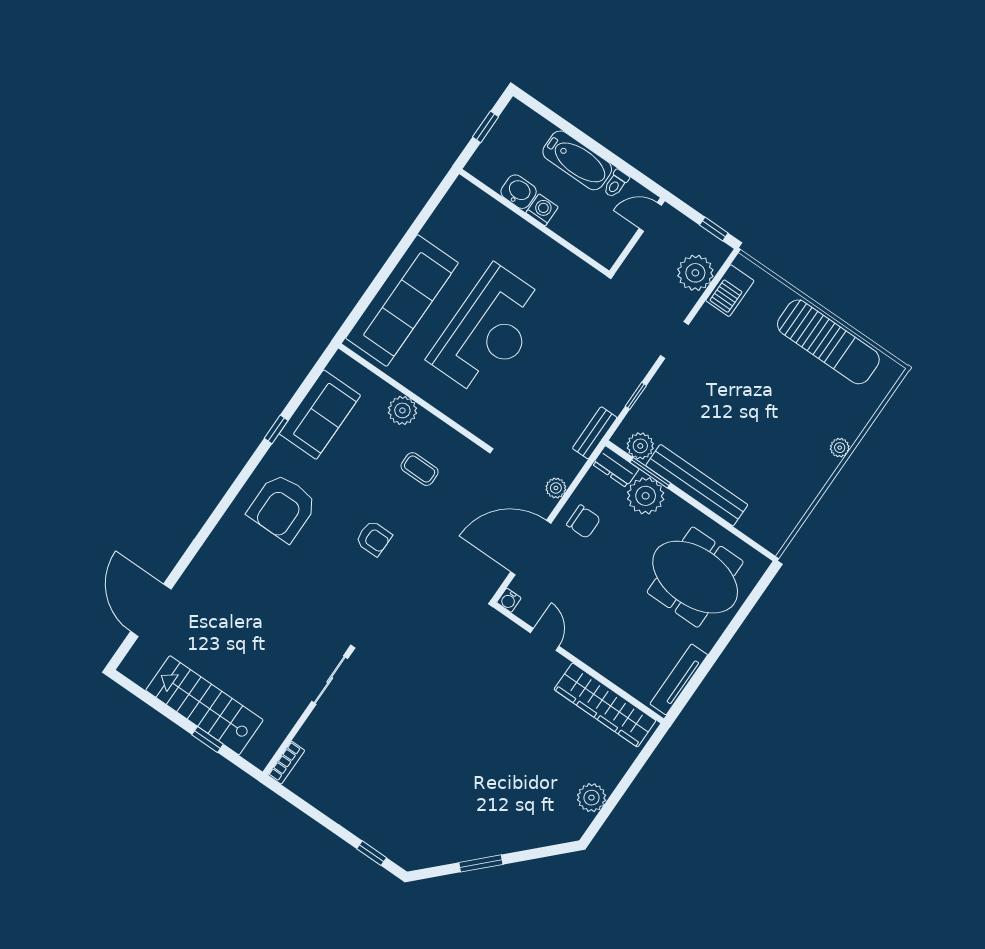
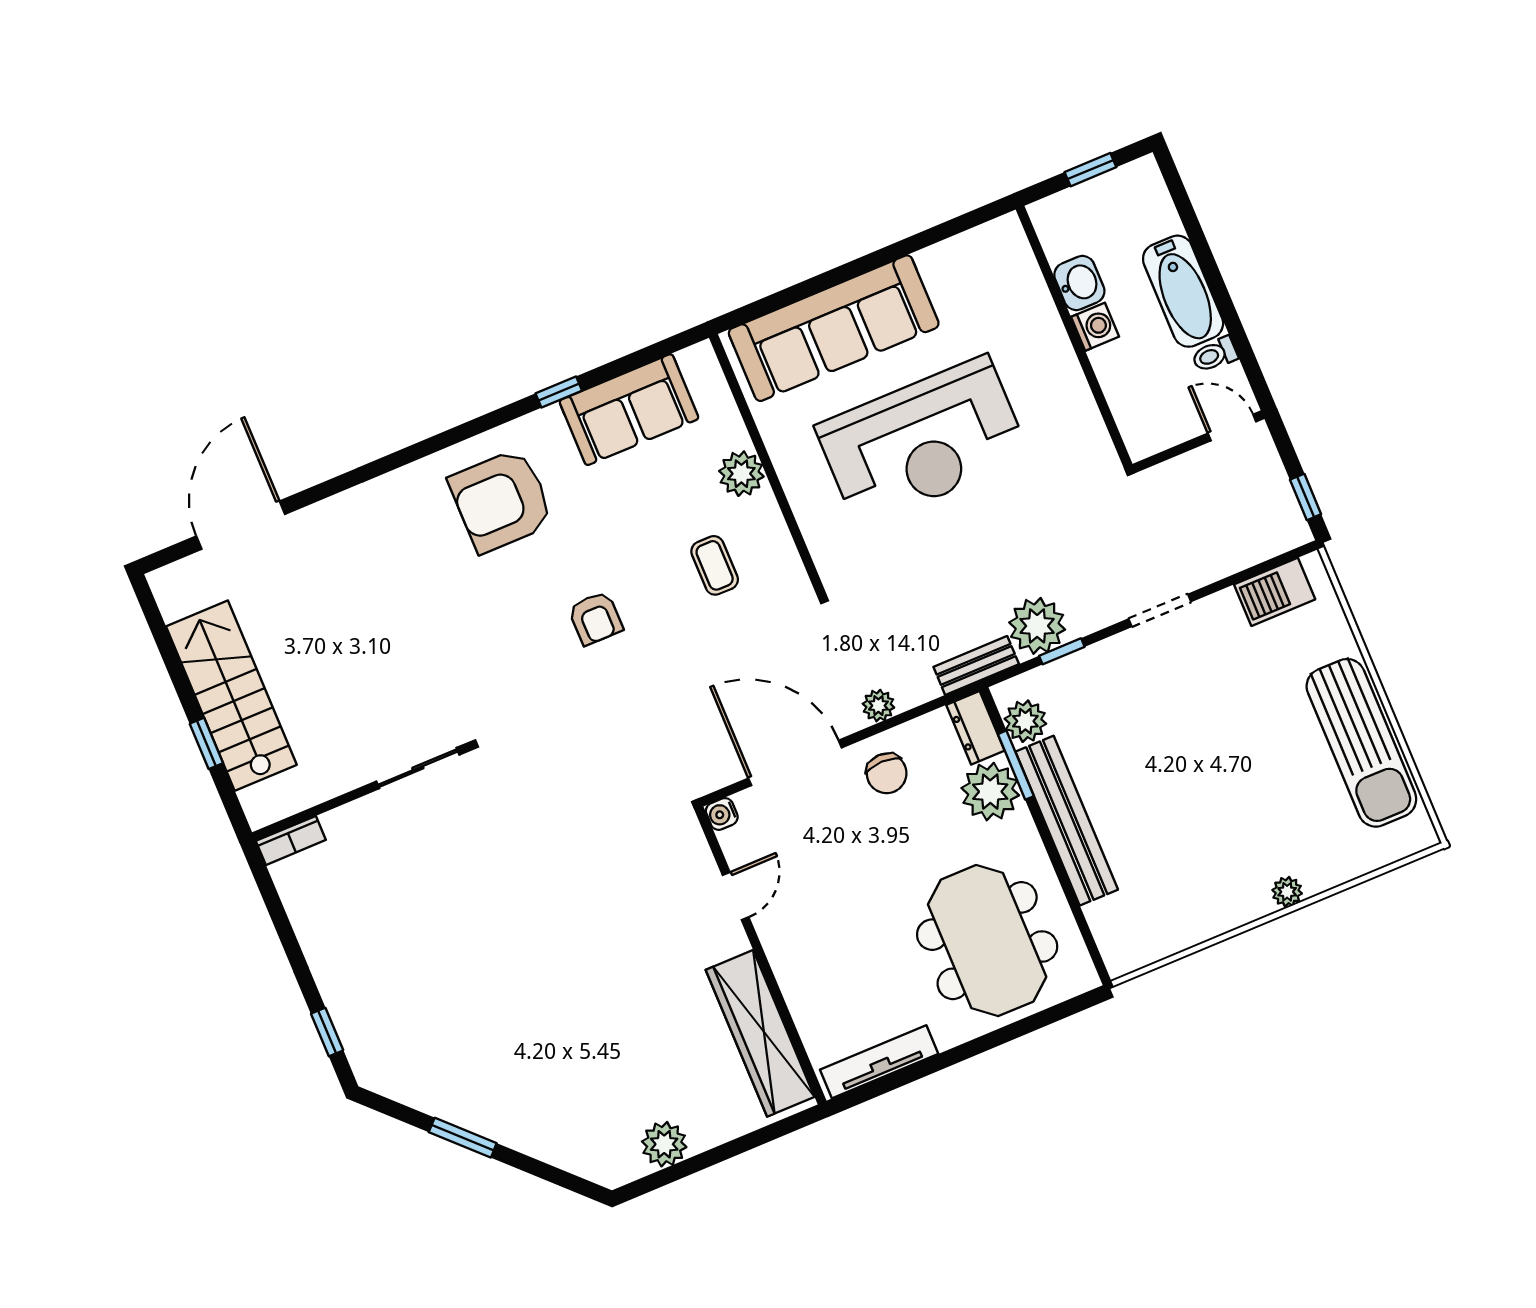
plant: (695, 273) -> (1037, 626), moved

